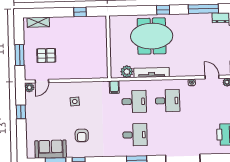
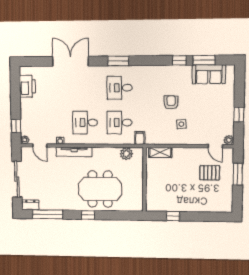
shelving: (38, 22) -> (160, 152), moved
tv unit: (152, 72) -> (74, 152), moved
door: (42, 81) -> (215, 146), swing flipped
armchair: (82, 135) -> (171, 103), moved

